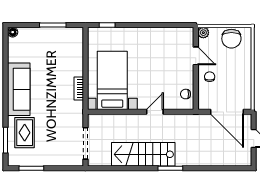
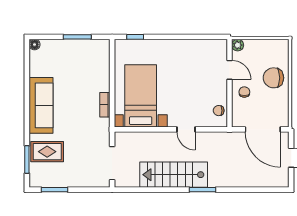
chair: (231, 39) -> (273, 78), moved, turned 90
door: (155, 112) -> (186, 129), swing flipped
rug: (25, 133) -> (47, 152), turned 90

